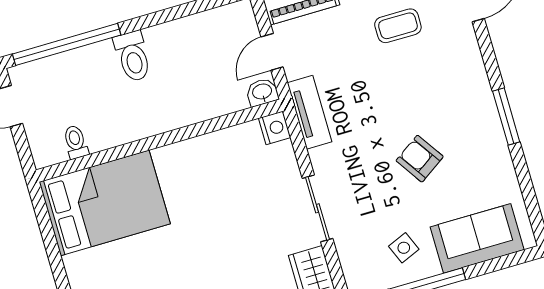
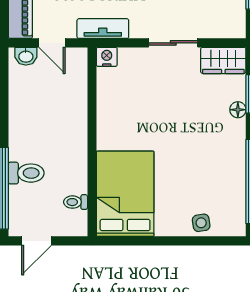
toilet: (133, 56) -> (26, 173), moved
washbasin: (262, 92) -> (26, 56), moved, turned -90

